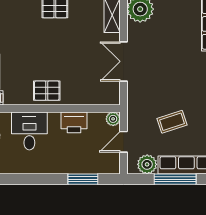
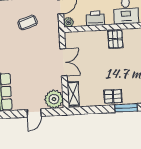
pallet: (47, 91) -> (115, 39), turned 90

